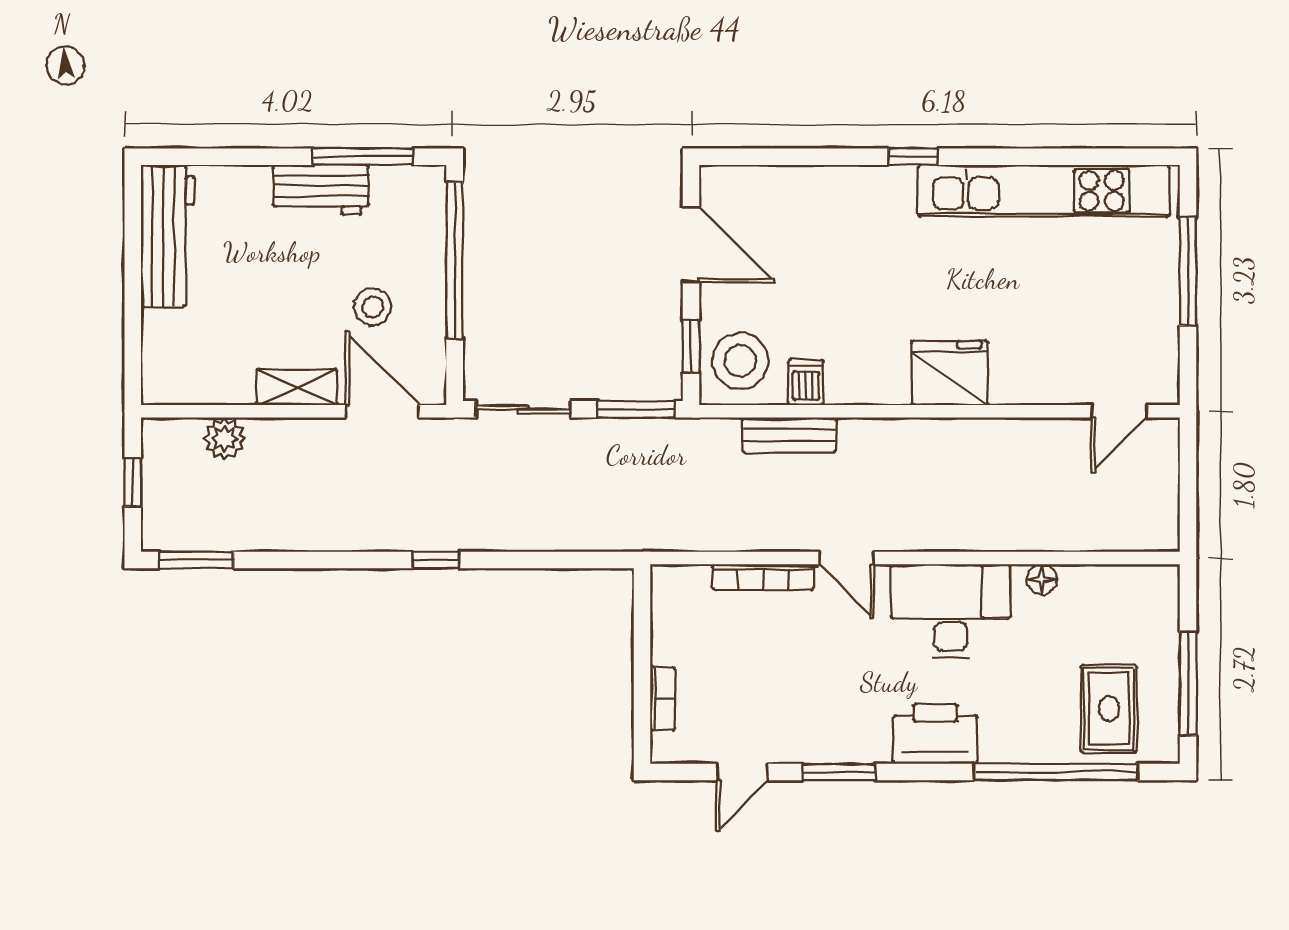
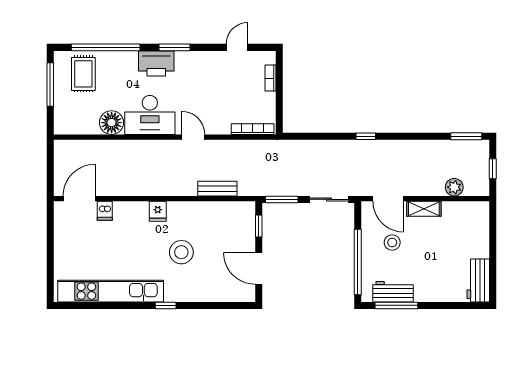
workbench: (321, 190) -> (393, 292), moved
workbench: (168, 236) -> (478, 280), width x0.73
window: (1188, 271) -> (50, 257), removed
stool: (740, 361) -> (181, 252), moved
fridge: (949, 373) -> (158, 211), width x0.53, depth x0.75
dishwasher: (806, 382) -> (105, 211), moved
door: (1119, 411) -> (79, 199), width x1.38
bookcase: (763, 577) -> (253, 129), moved
floor lamp: (1042, 579) -> (112, 123), width x1.89, depth x1.89
window: (839, 772) -> (175, 47), moved

